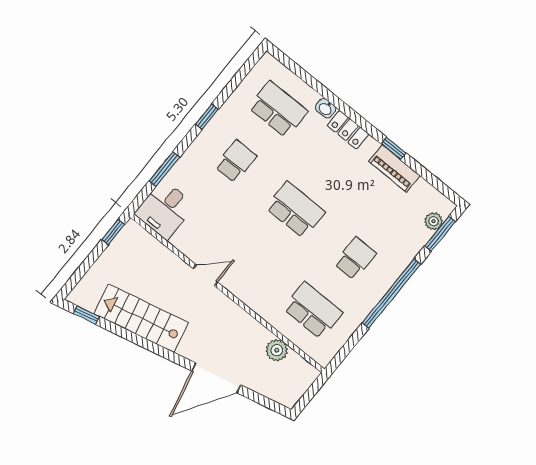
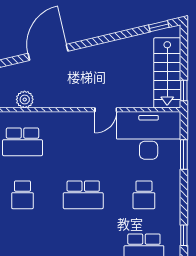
window: (207, 117) -> (184, 235), moved
desk: (165, 209) -> (149, 135), width x1.87, depth x1.30
stairs: (141, 318) -> (167, 73), moved, turned 103

